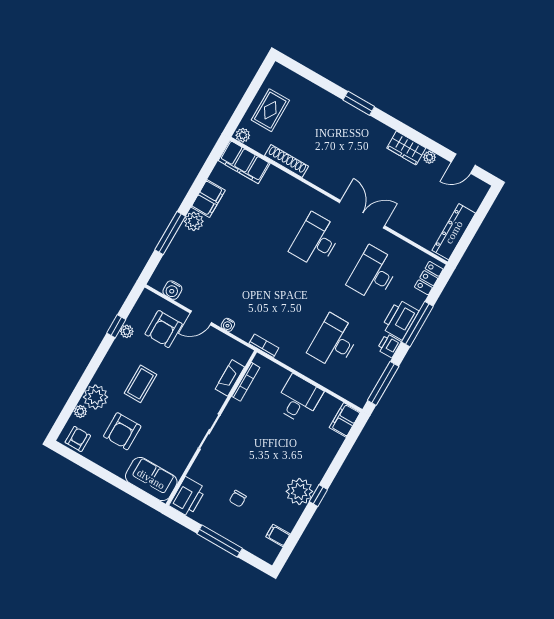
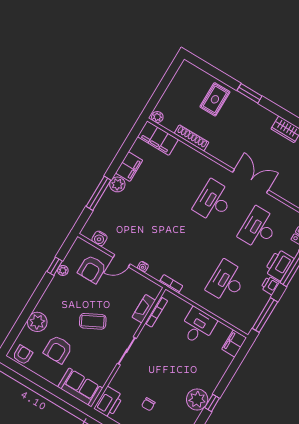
rug: (270, 110) -> (215, 99), moved
coffee table: (140, 384) -> (93, 321), moved, turned 63
plant: (80, 411) -> (25, 333), removed

